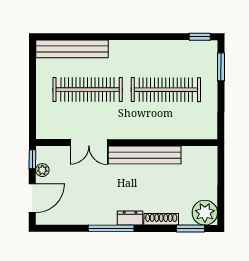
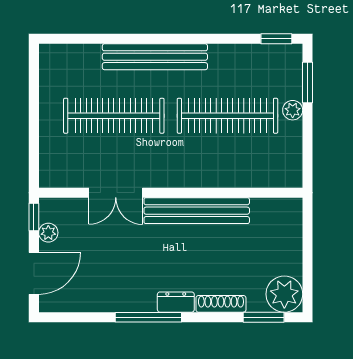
bench: (72, 49) -> (155, 57), moved
plant: (211, 86) -> (293, 110), added

